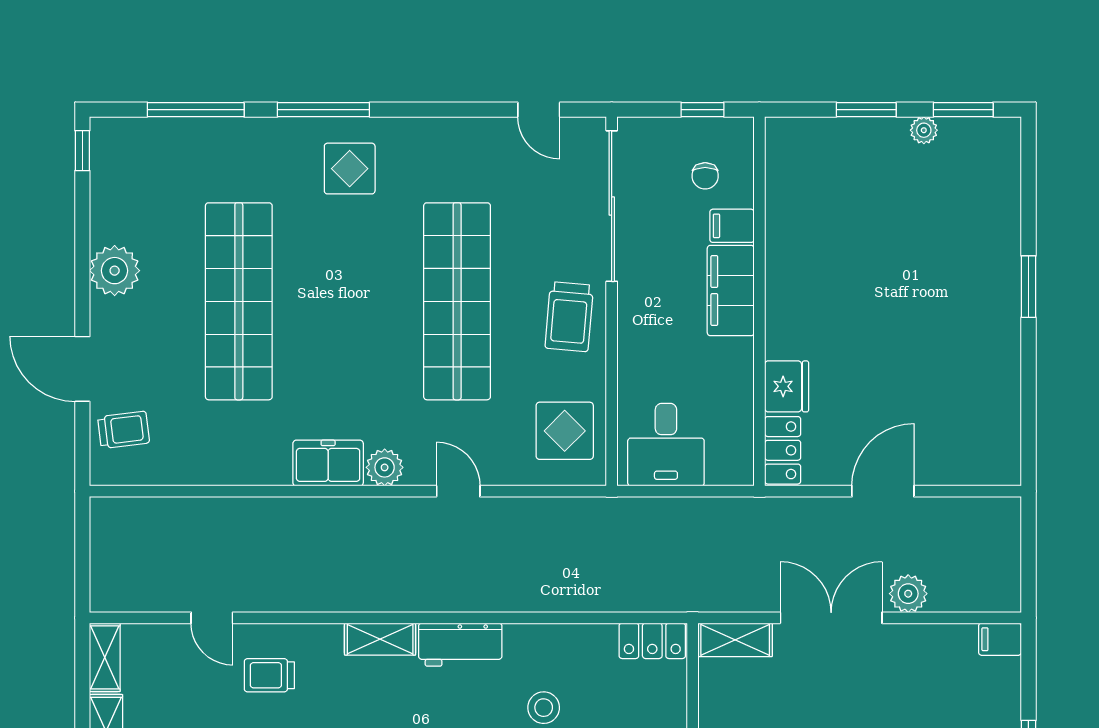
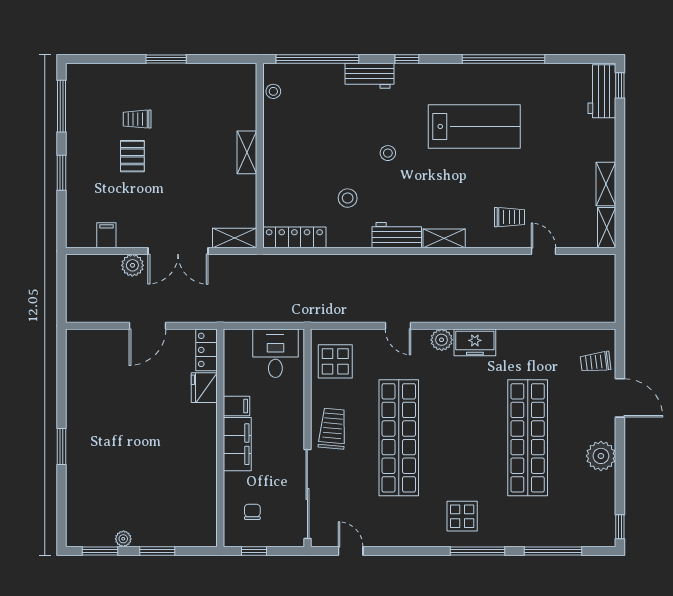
filing cabinet: (732, 226) -> (236, 406), moved
filing cabinet: (1000, 639) -> (106, 235), moved, turned -90
locker: (652, 641) -> (294, 237), width x1.53

